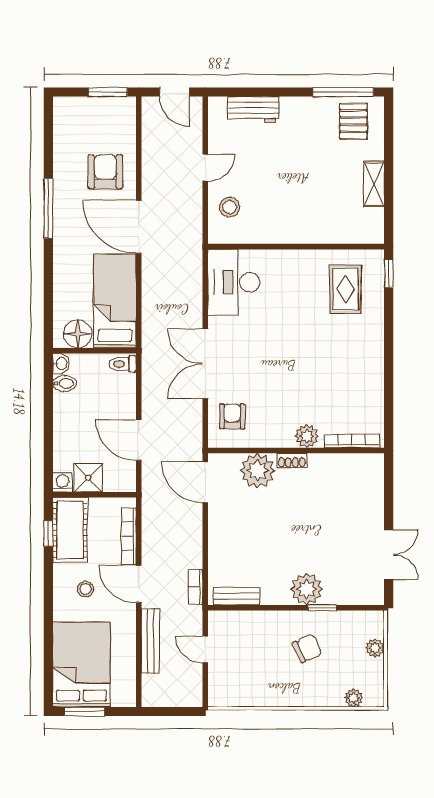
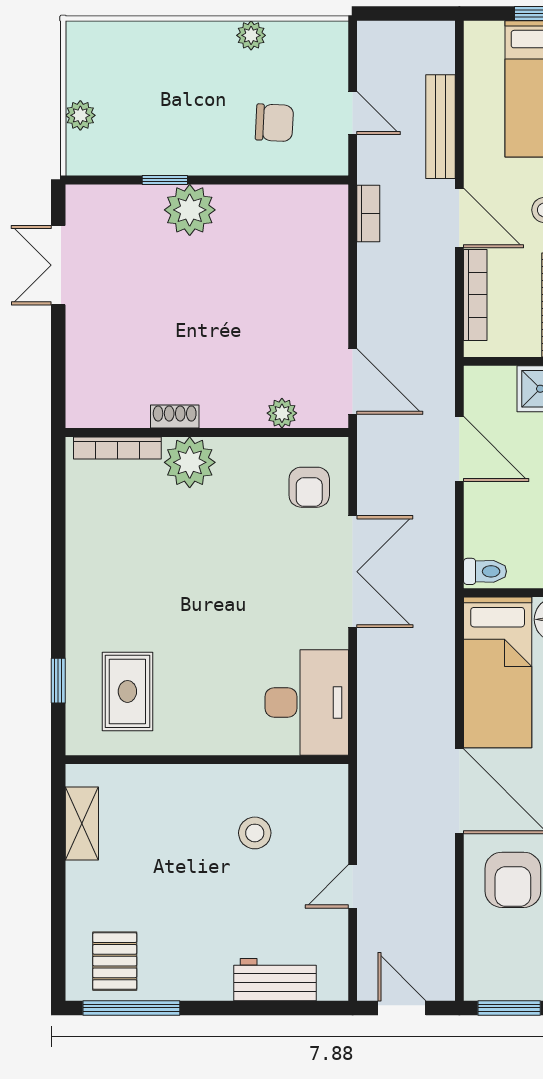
shelving: (374, 184) -> (82, 824), moved
stool: (230, 207) -> (255, 833), moved
window: (389, 274) -> (58, 681), moved
plant: (307, 436) -> (190, 462), width x1.36, depth x1.36
shoe rack: (292, 460) -> (175, 417), moved
plant: (257, 471) -> (282, 413), width x0.53, depth x0.53
bench: (237, 596) -> (302, 198), removed
chair: (307, 648) -> (274, 123), moved, turned -153
plant: (354, 698) -> (251, 35), moved

